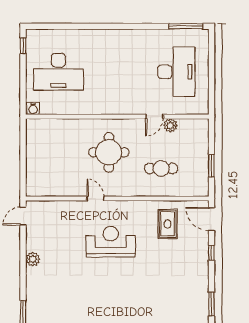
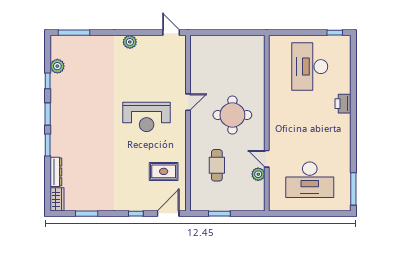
printer: (97, 37) -> (343, 104), added
water cooler: (33, 108) -> (274, 42), removed
reception desk: (111, 242) -> (147, 117), turned 90

